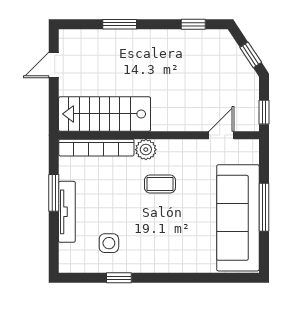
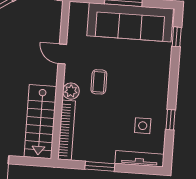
door: (221, 135) -> (62, 54), moved
tv unit: (67, 212) -> (140, 159), moved
window: (224, 278) -> (177, 37), added

